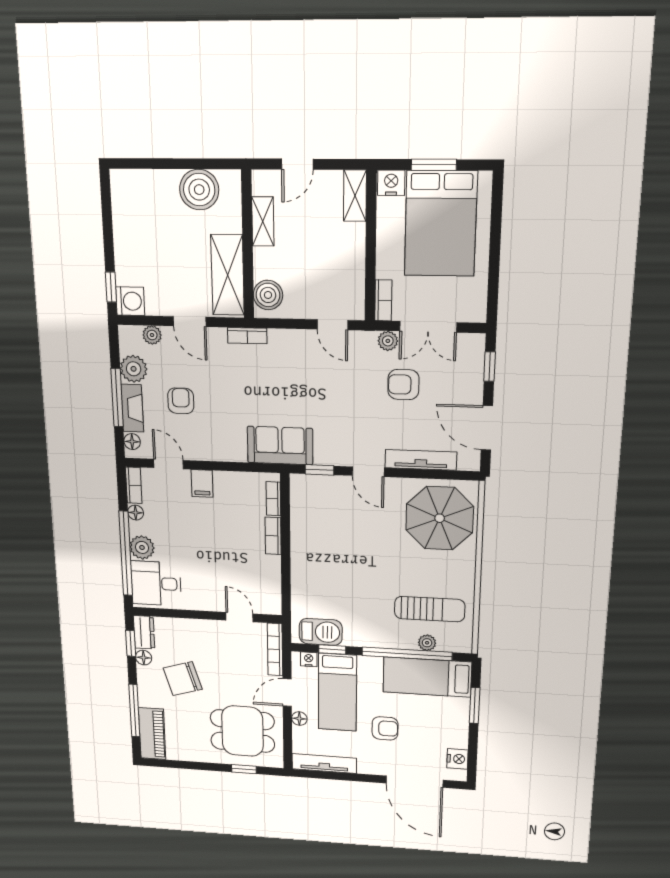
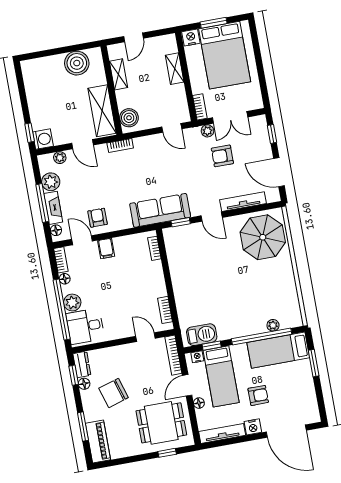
shelving: (355, 196) -> (175, 69), moved
armchair: (181, 401) -> (98, 218), moved
sofa: (280, 446) -> (160, 210), width x1.36
bookcase: (273, 536) -> (165, 310), moved
sun lounger: (430, 609) -> (270, 301), removed
window: (134, 711) -> (83, 427), width x0.69
nightstand: (457, 759) -> (253, 427), moved, turned 90

